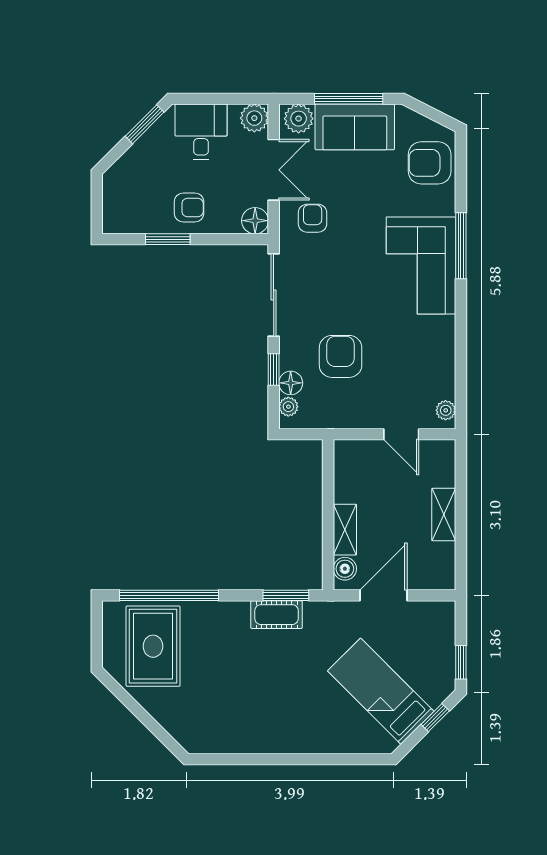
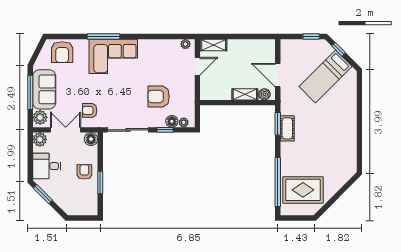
shelving: (444, 515) -> (214, 45), moved

